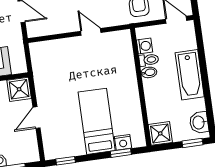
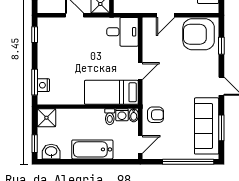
desk: (48, 59) -> (123, 32), added
bidet: (149, 72) -> (134, 115), moved
bed: (97, 121) -> (111, 92), moved, turned 180
window: (121, 153) -> (35, 82), width x1.50

